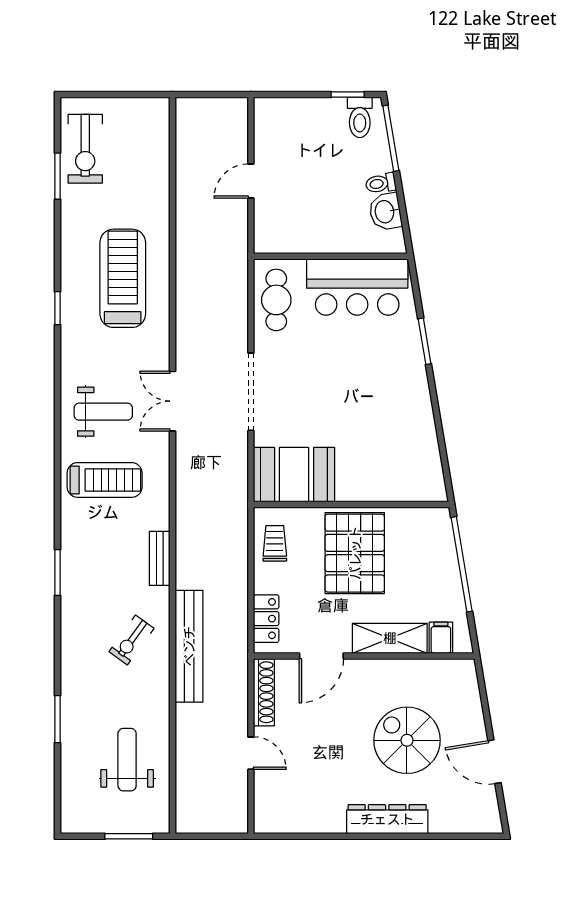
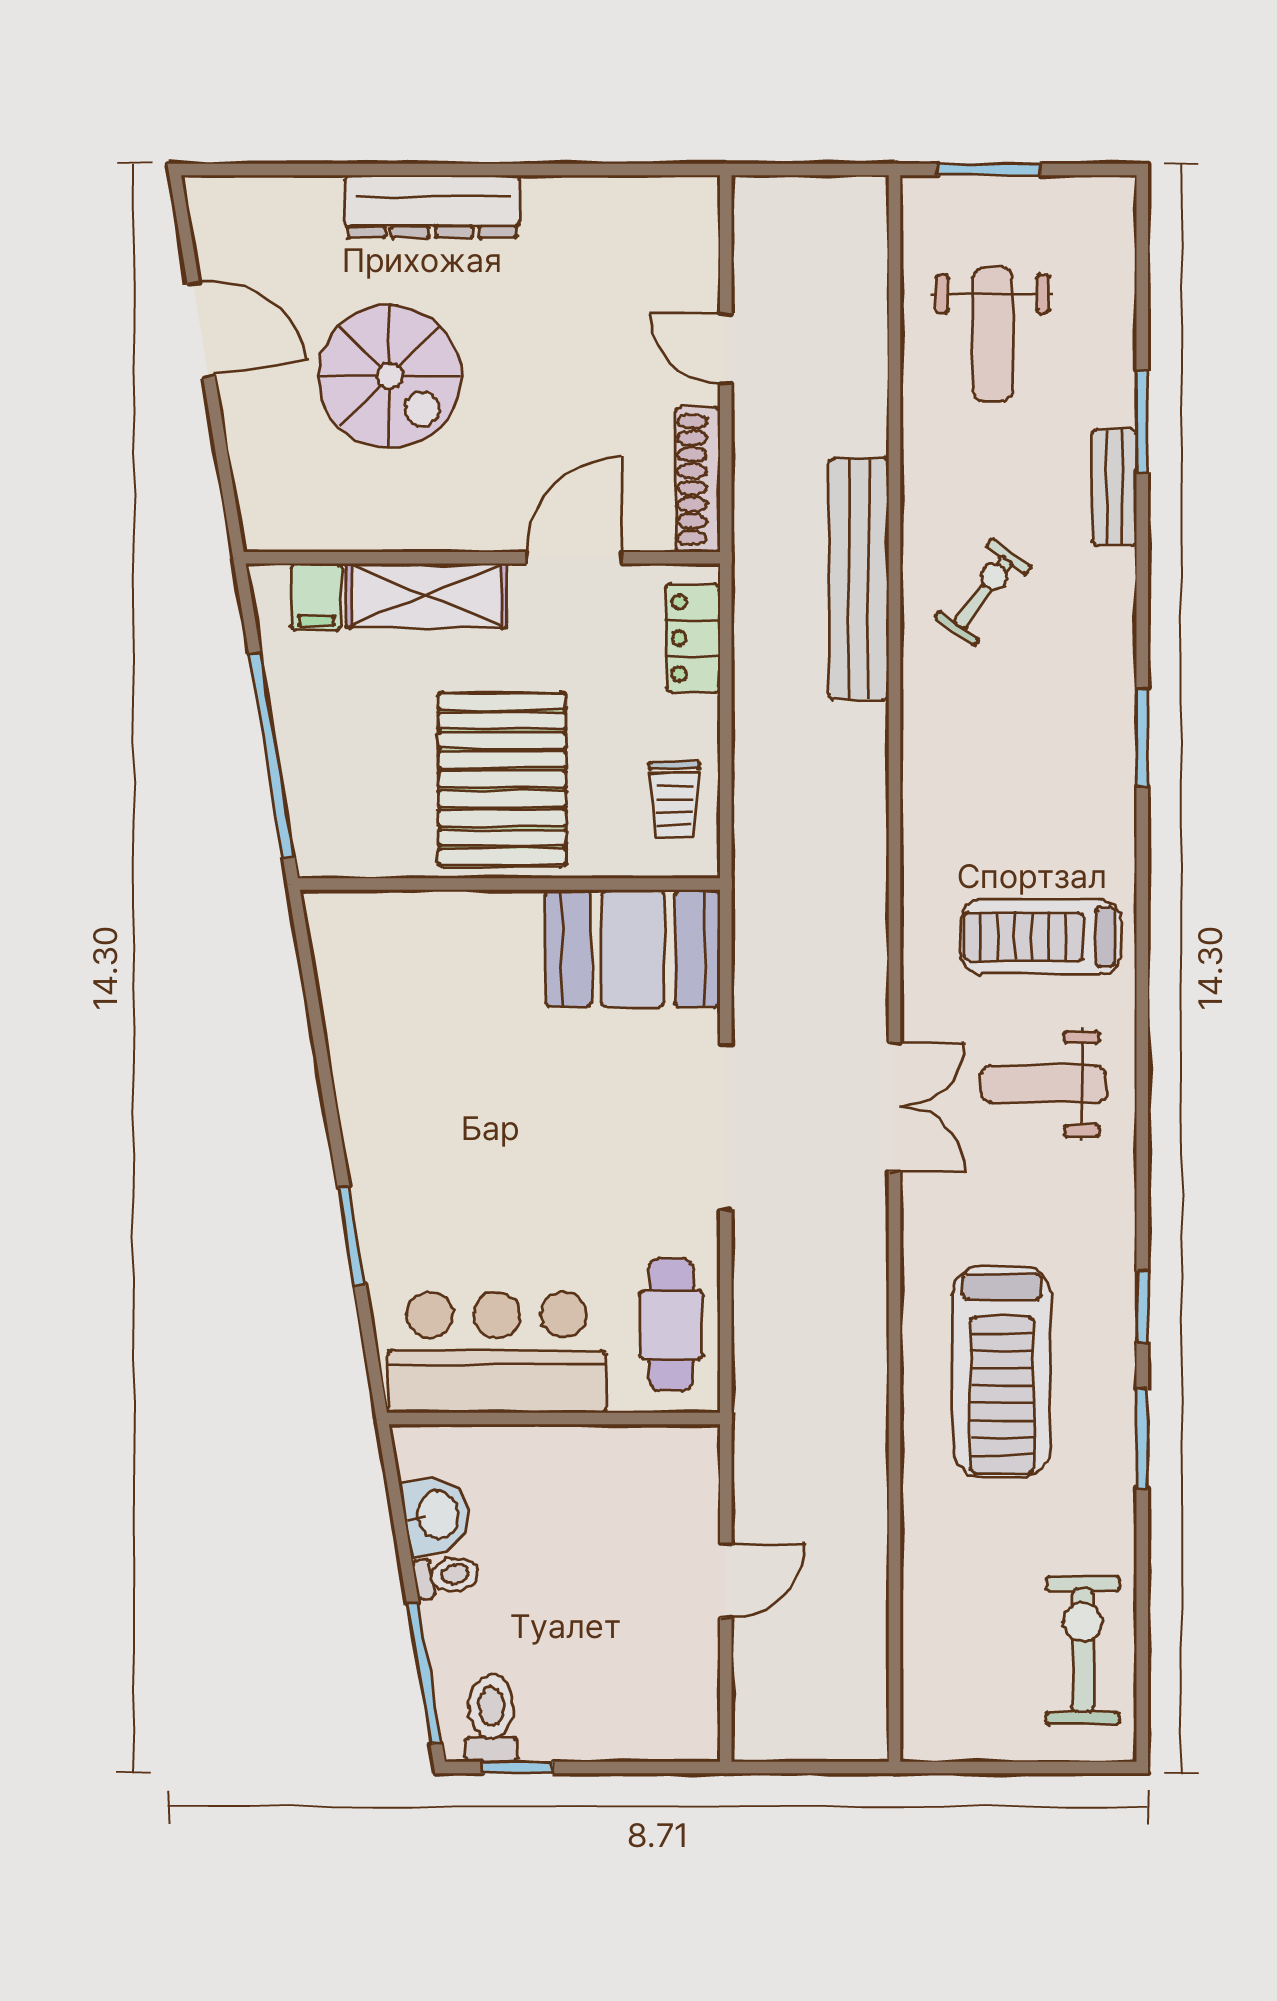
window: (58, 176) -> (1142, 1439), moved
bench: (160, 558) -> (1114, 487), moved

